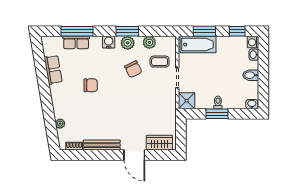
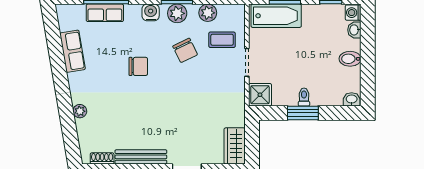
chair: (91, 85) -> (138, 66), moved
plant: (60, 124) -> (80, 111), moved
wardrobe: (159, 143) -> (235, 146), moved, turned -90

